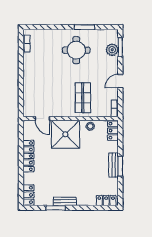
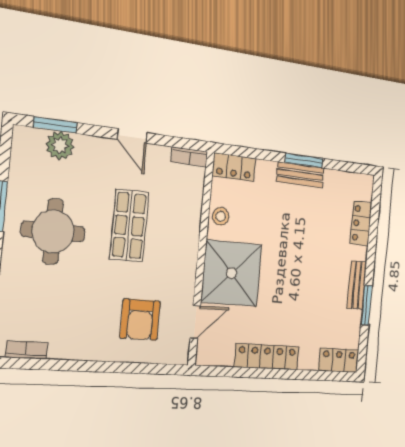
armchair: (42, 92) -> (140, 320), added
shop shelf: (83, 98) -> (129, 226), moved, turned 90
locker: (106, 201) -> (361, 223), moved

